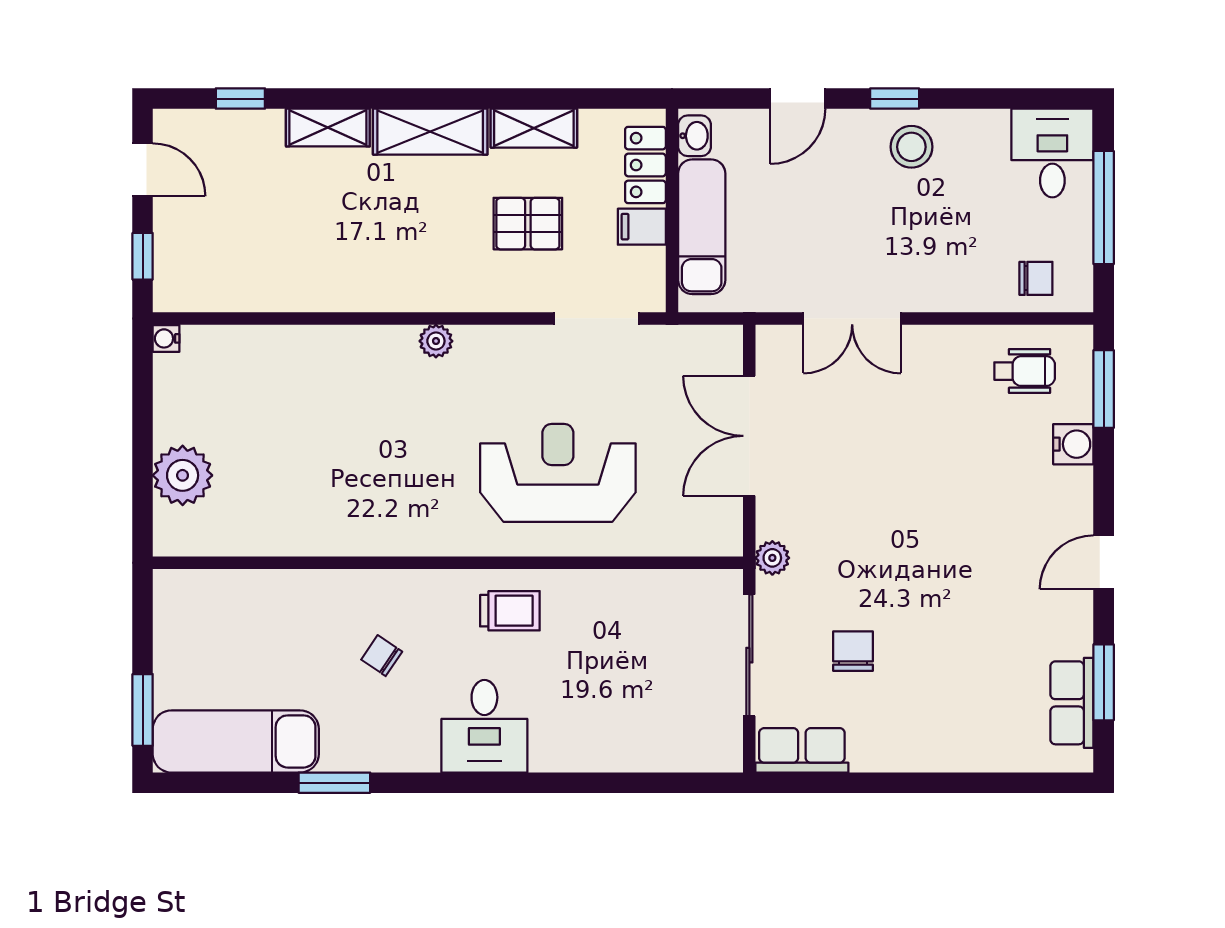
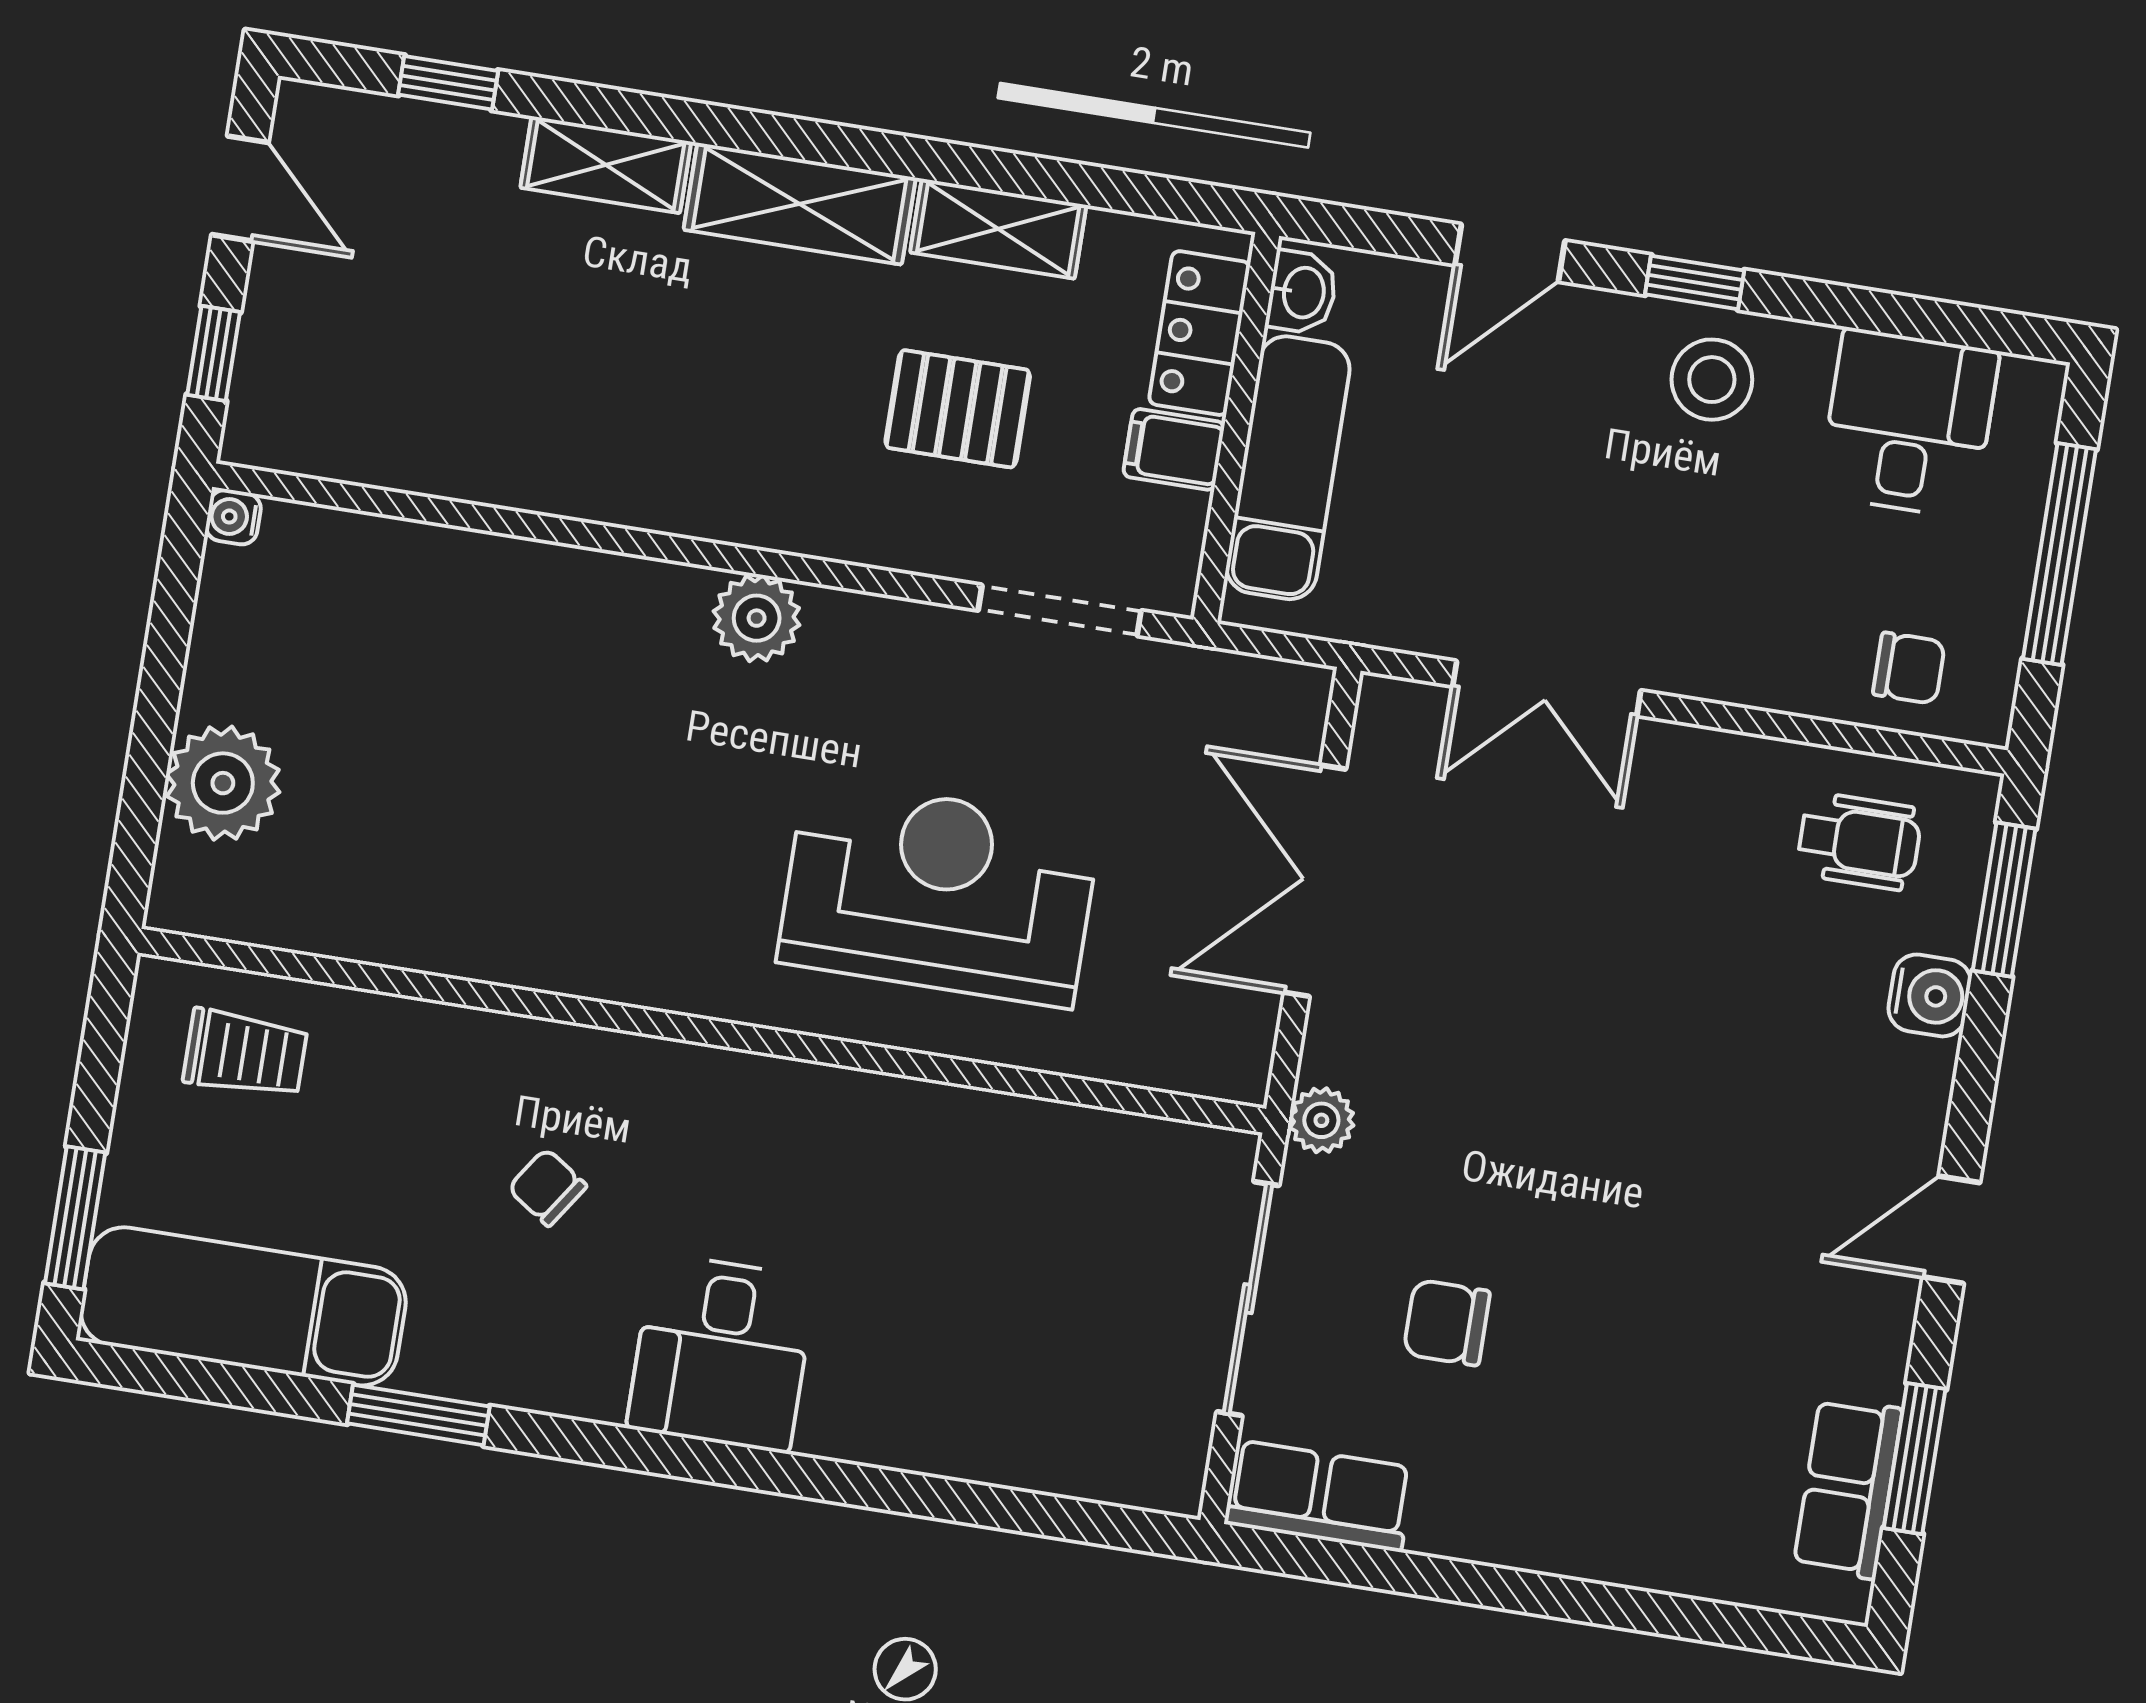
desk: (1052, 153) -> (1909, 423), moved
plant: (436, 341) -> (757, 618), width x1.38, depth x1.38
trolley: (510, 611) -> (245, 1053), moved
chair: (853, 651) -> (1447, 1323), turned -90

